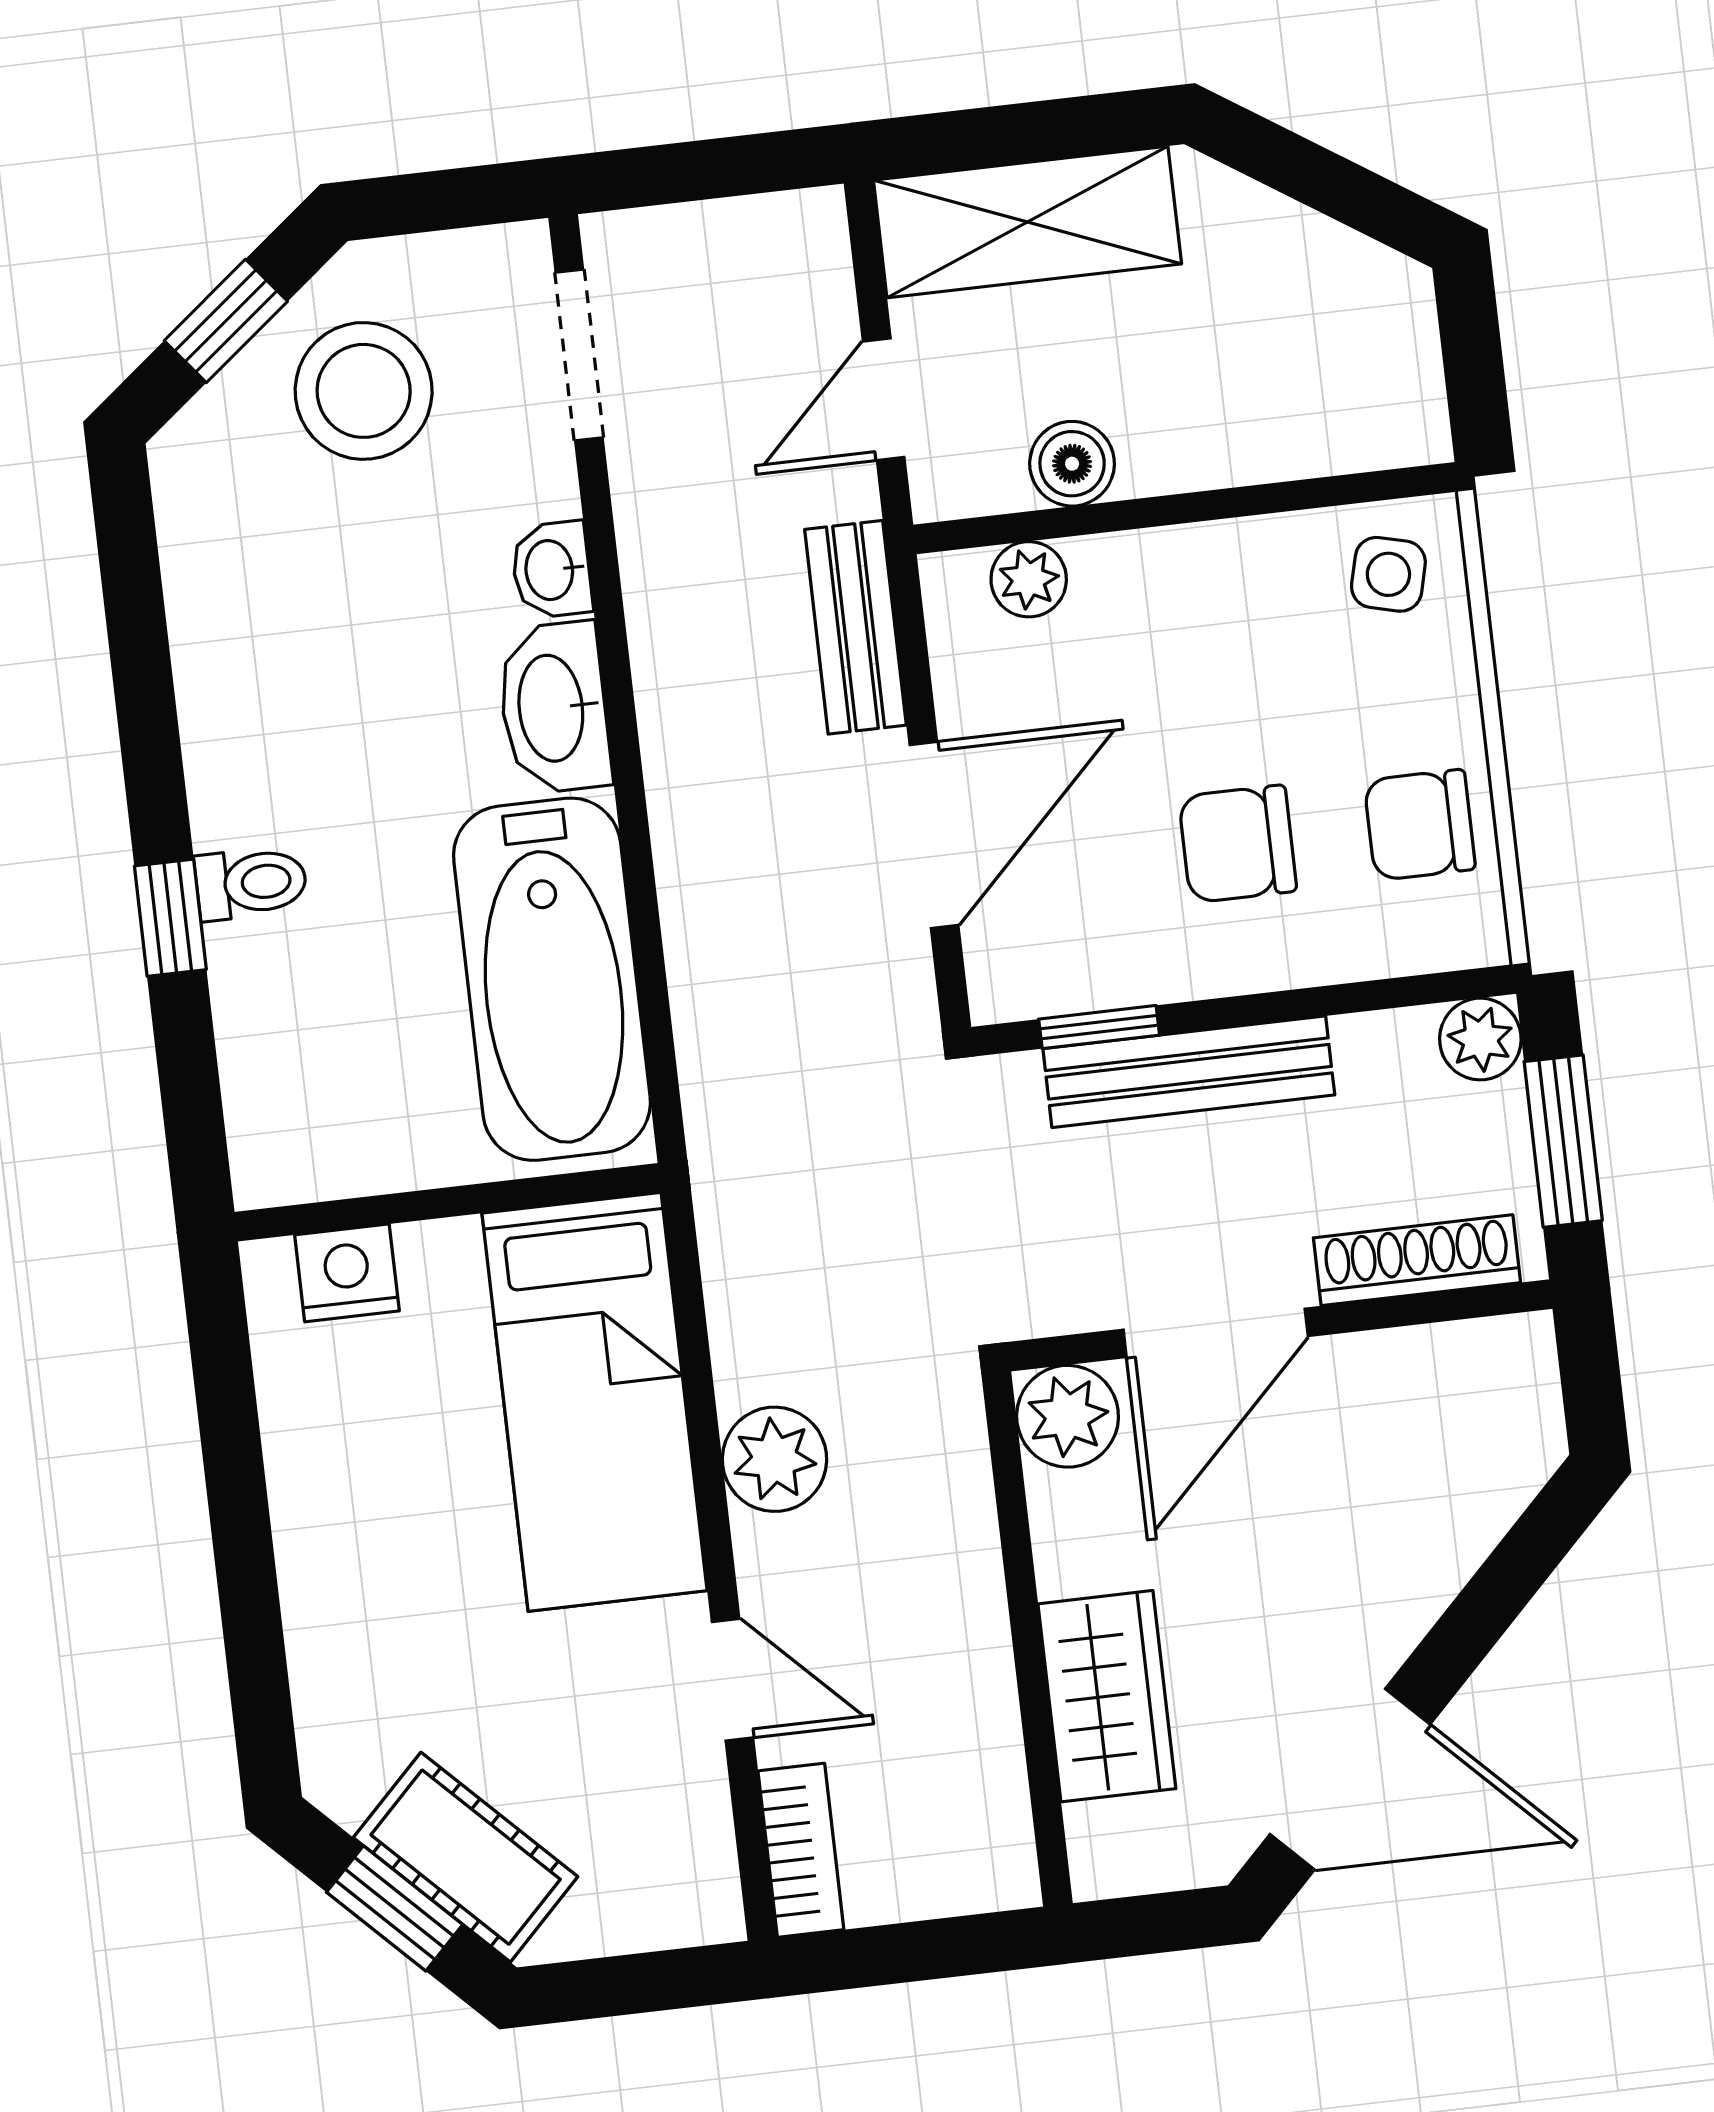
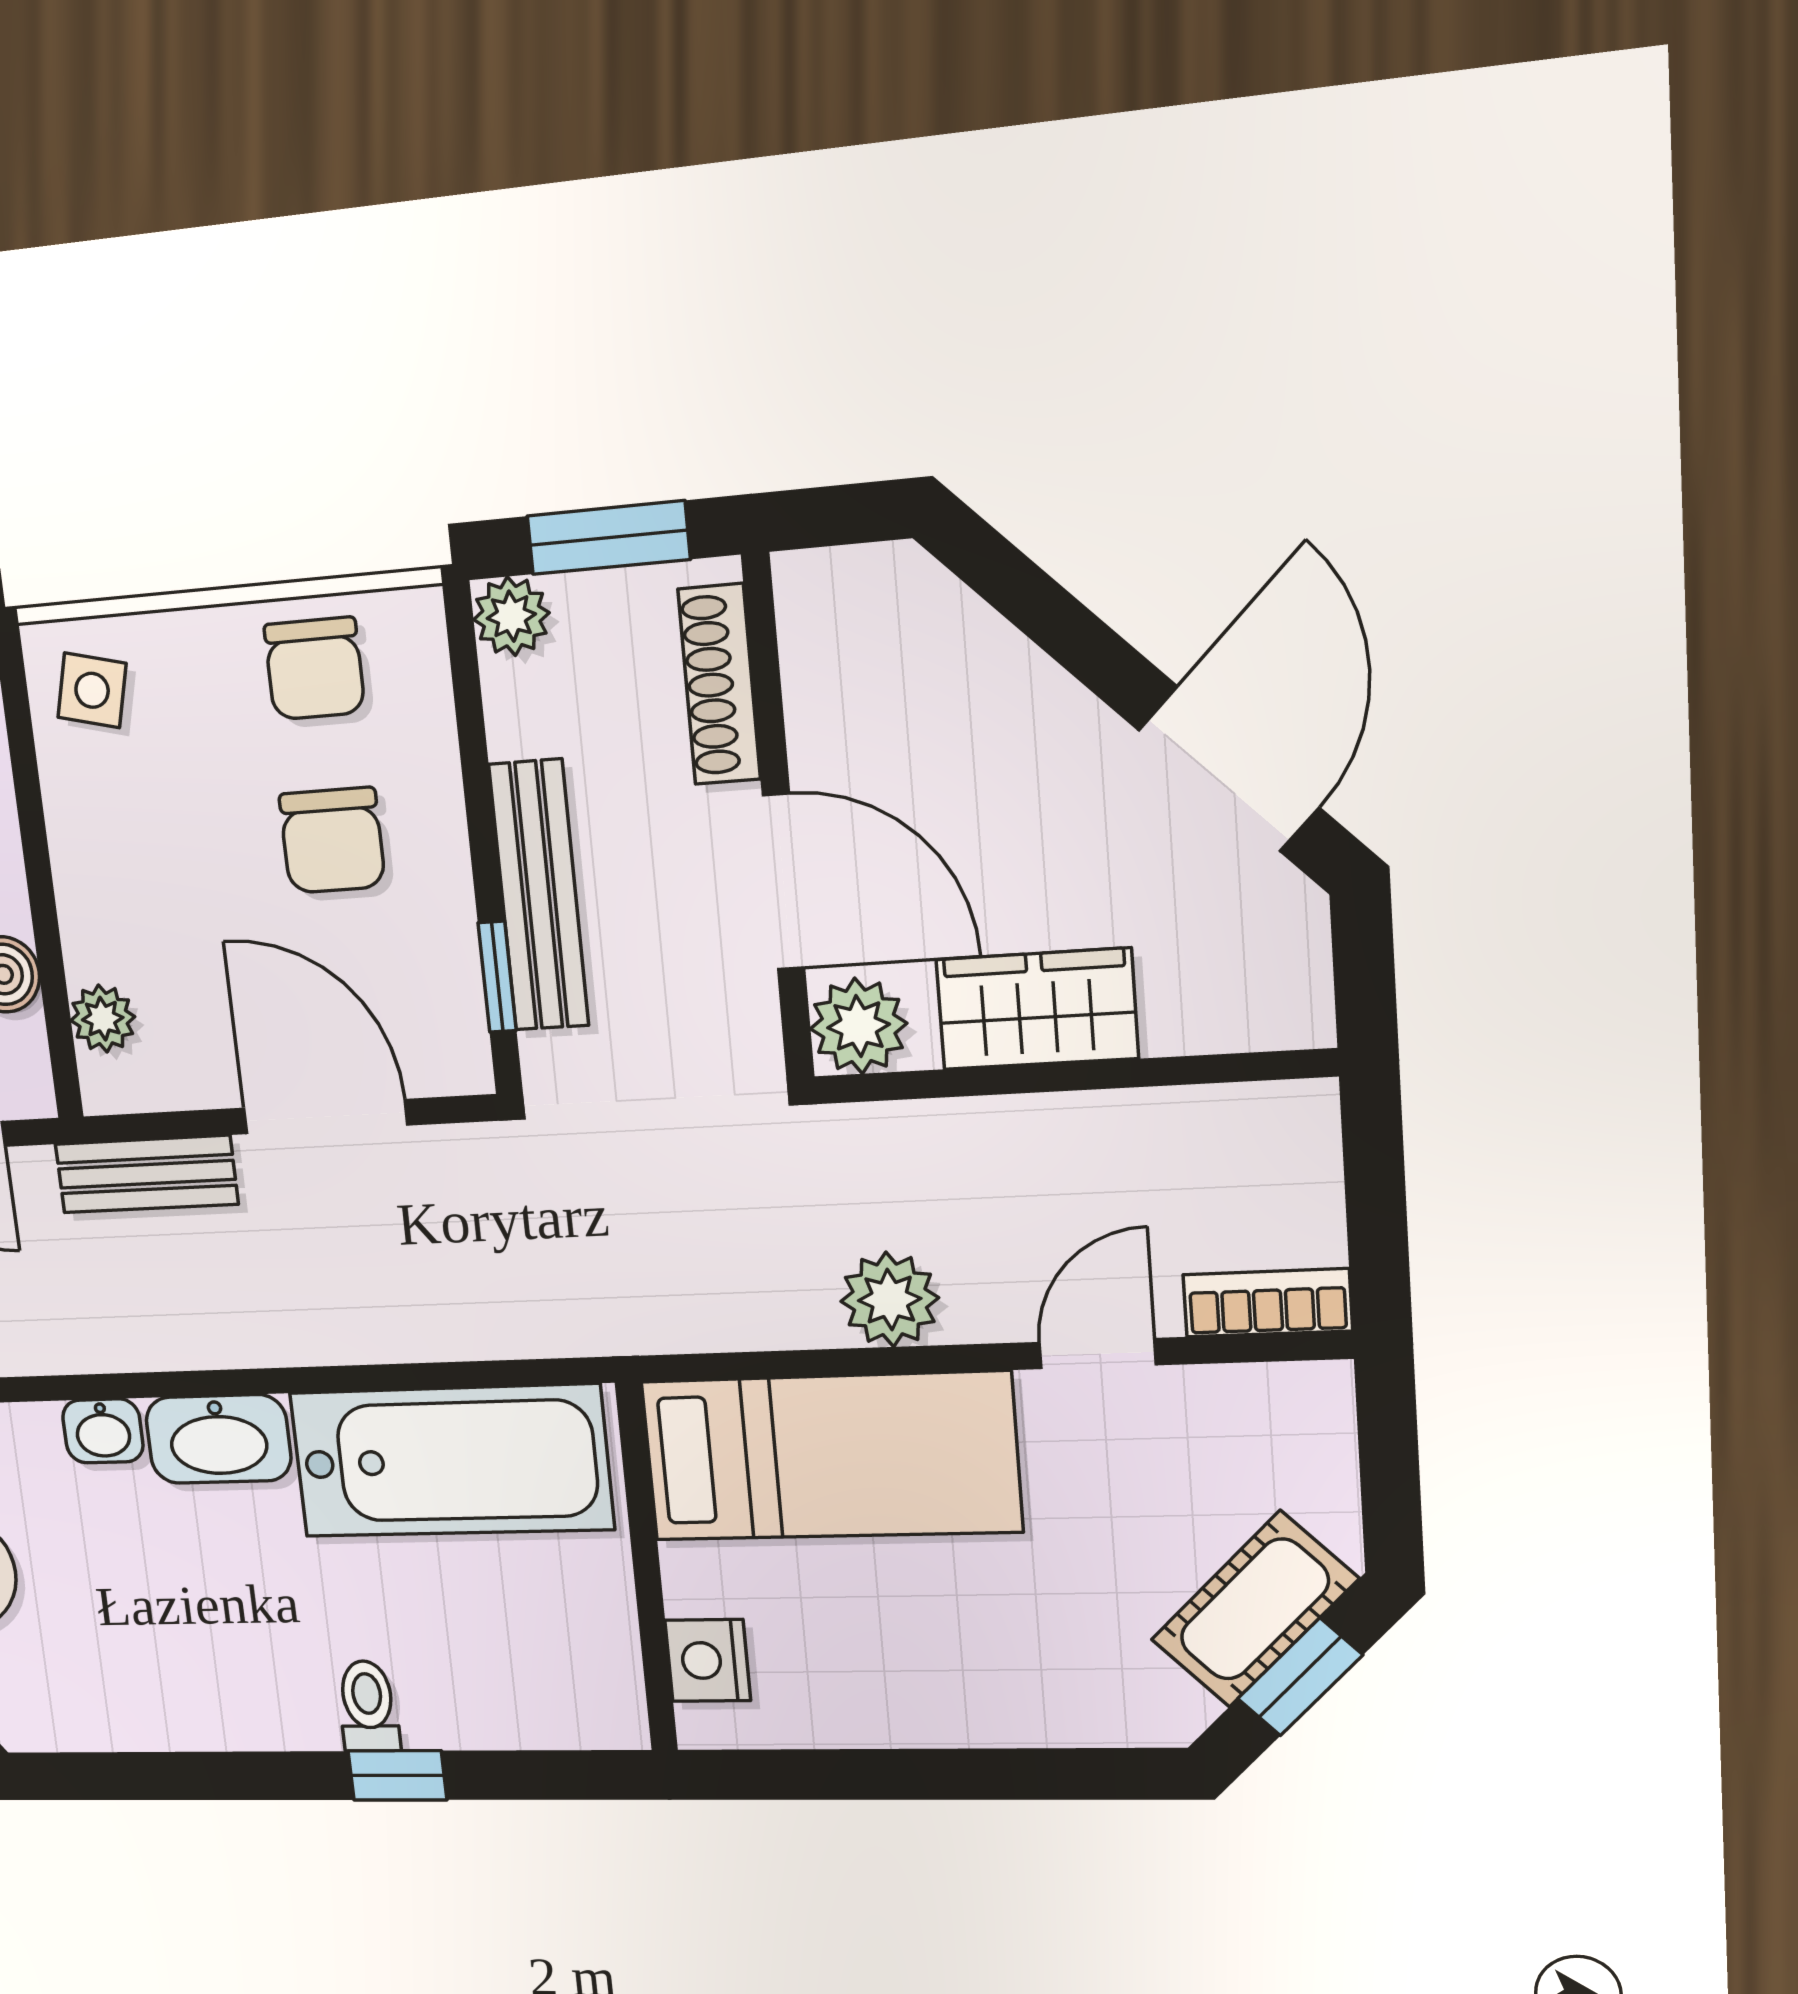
wardrobe: (1107, 1696) -> (1037, 1009), moved

